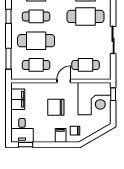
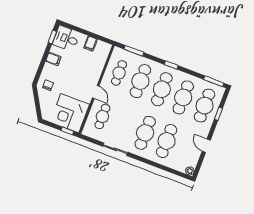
cafe table: (36, 16) -> (162, 89), width x1.37, depth x1.35
filing cabinet: (18, 99) -> (90, 44), width x0.50
chair: (56, 107) -> (75, 76), removed
filing cabinet: (61, 135) -> (53, 59), moved

